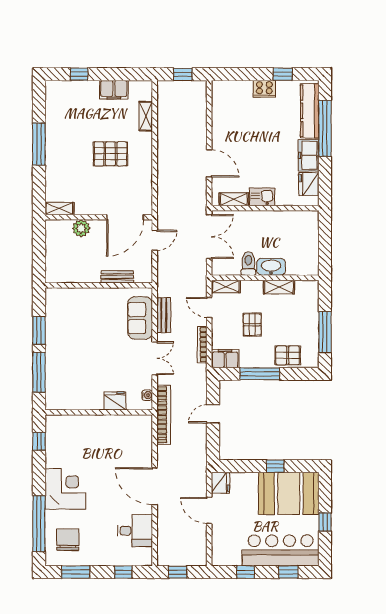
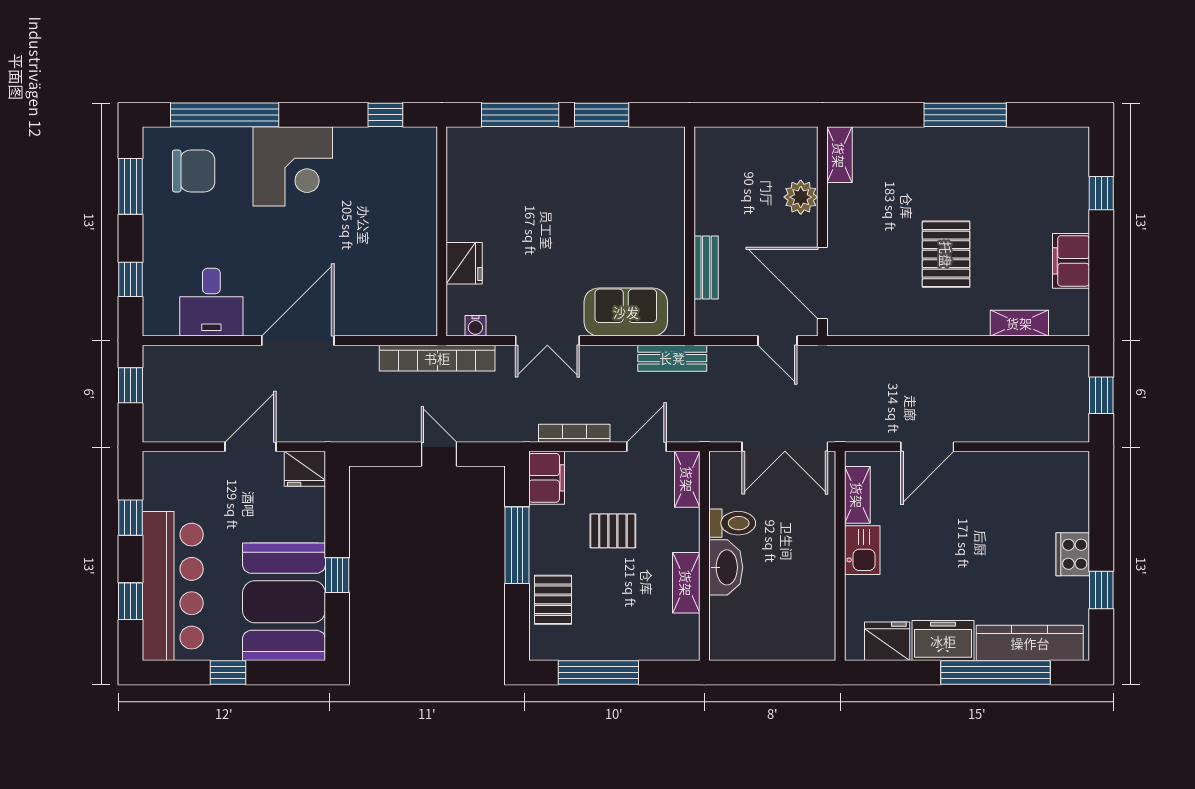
bench: (164, 315) -> (672, 358), moved

